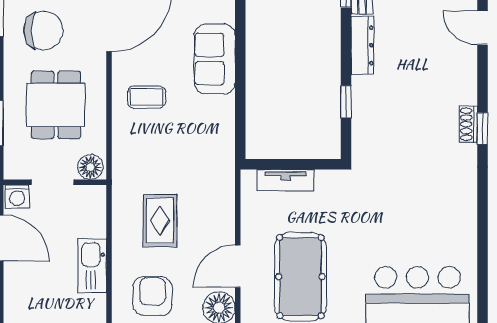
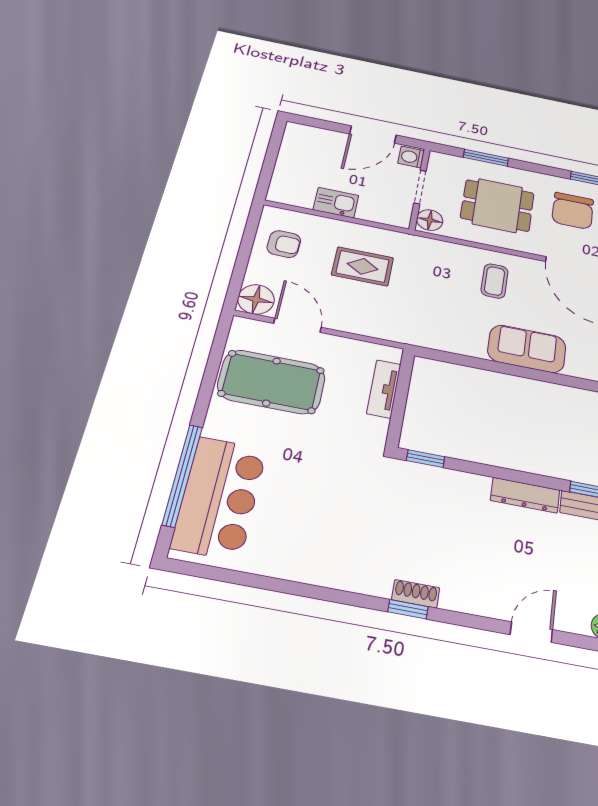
window: (346, 102) -> (426, 459), moved
kitchen sink: (92, 265) -> (336, 203), width x0.73
armchair: (152, 296) -> (284, 244), width x0.72, depth x0.72

